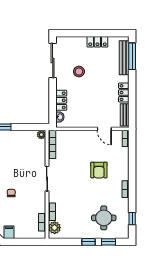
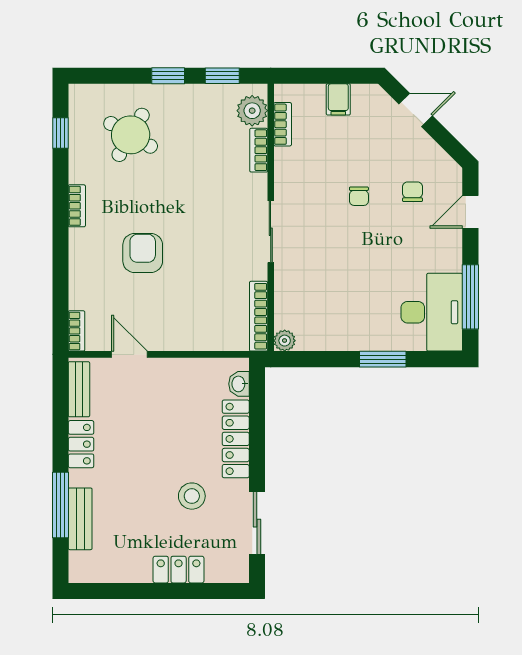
locker: (97, 42) -> (179, 570), moved
window: (132, 56) -> (60, 505), moved
bench: (124, 58) -> (80, 519), width x0.73
sliding door: (53, 61) -> (257, 523), width x0.73
locker: (61, 100) -> (236, 439), width x1.53
round table: (104, 218) -> (131, 135), turned 30
filing cabinet: (9, 232) -> (338, 99), moved
window: (108, 242) -> (222, 76), moved

